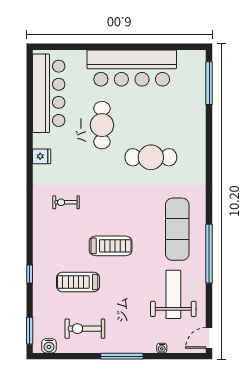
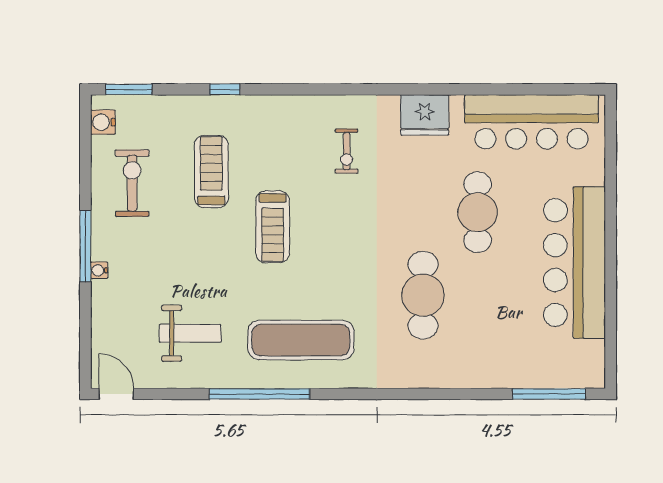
cafe table: (102, 125) -> (478, 212), turned 90
fridge: (42, 156) -> (425, 115), width x1.88, depth x1.34
exercise bike: (66, 202) -> (347, 151), turned 180
weight bench: (173, 294) -> (190, 333), width x0.73, depth x0.75
water cooler: (162, 348) -> (99, 270), moved

